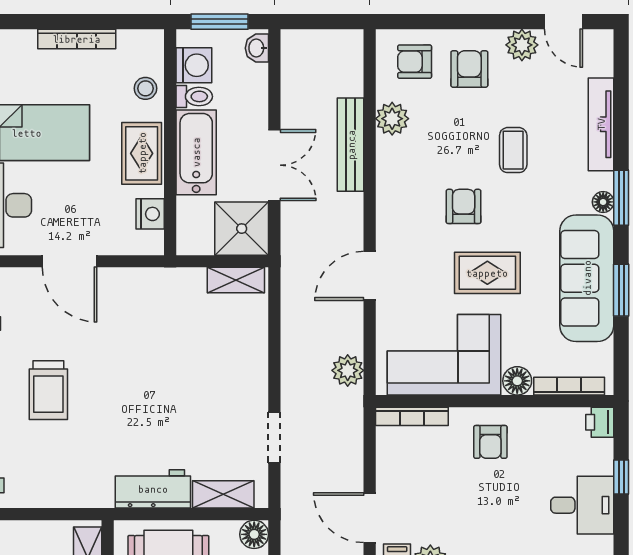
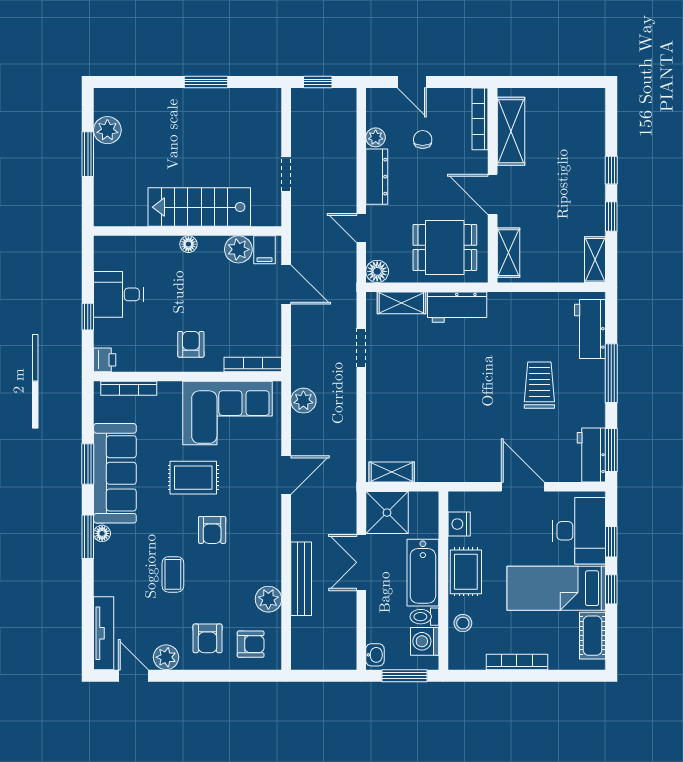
tv unit: (601, 124) -> (104, 633), moved
floor lamp: (517, 381) -> (170, 392), removed

